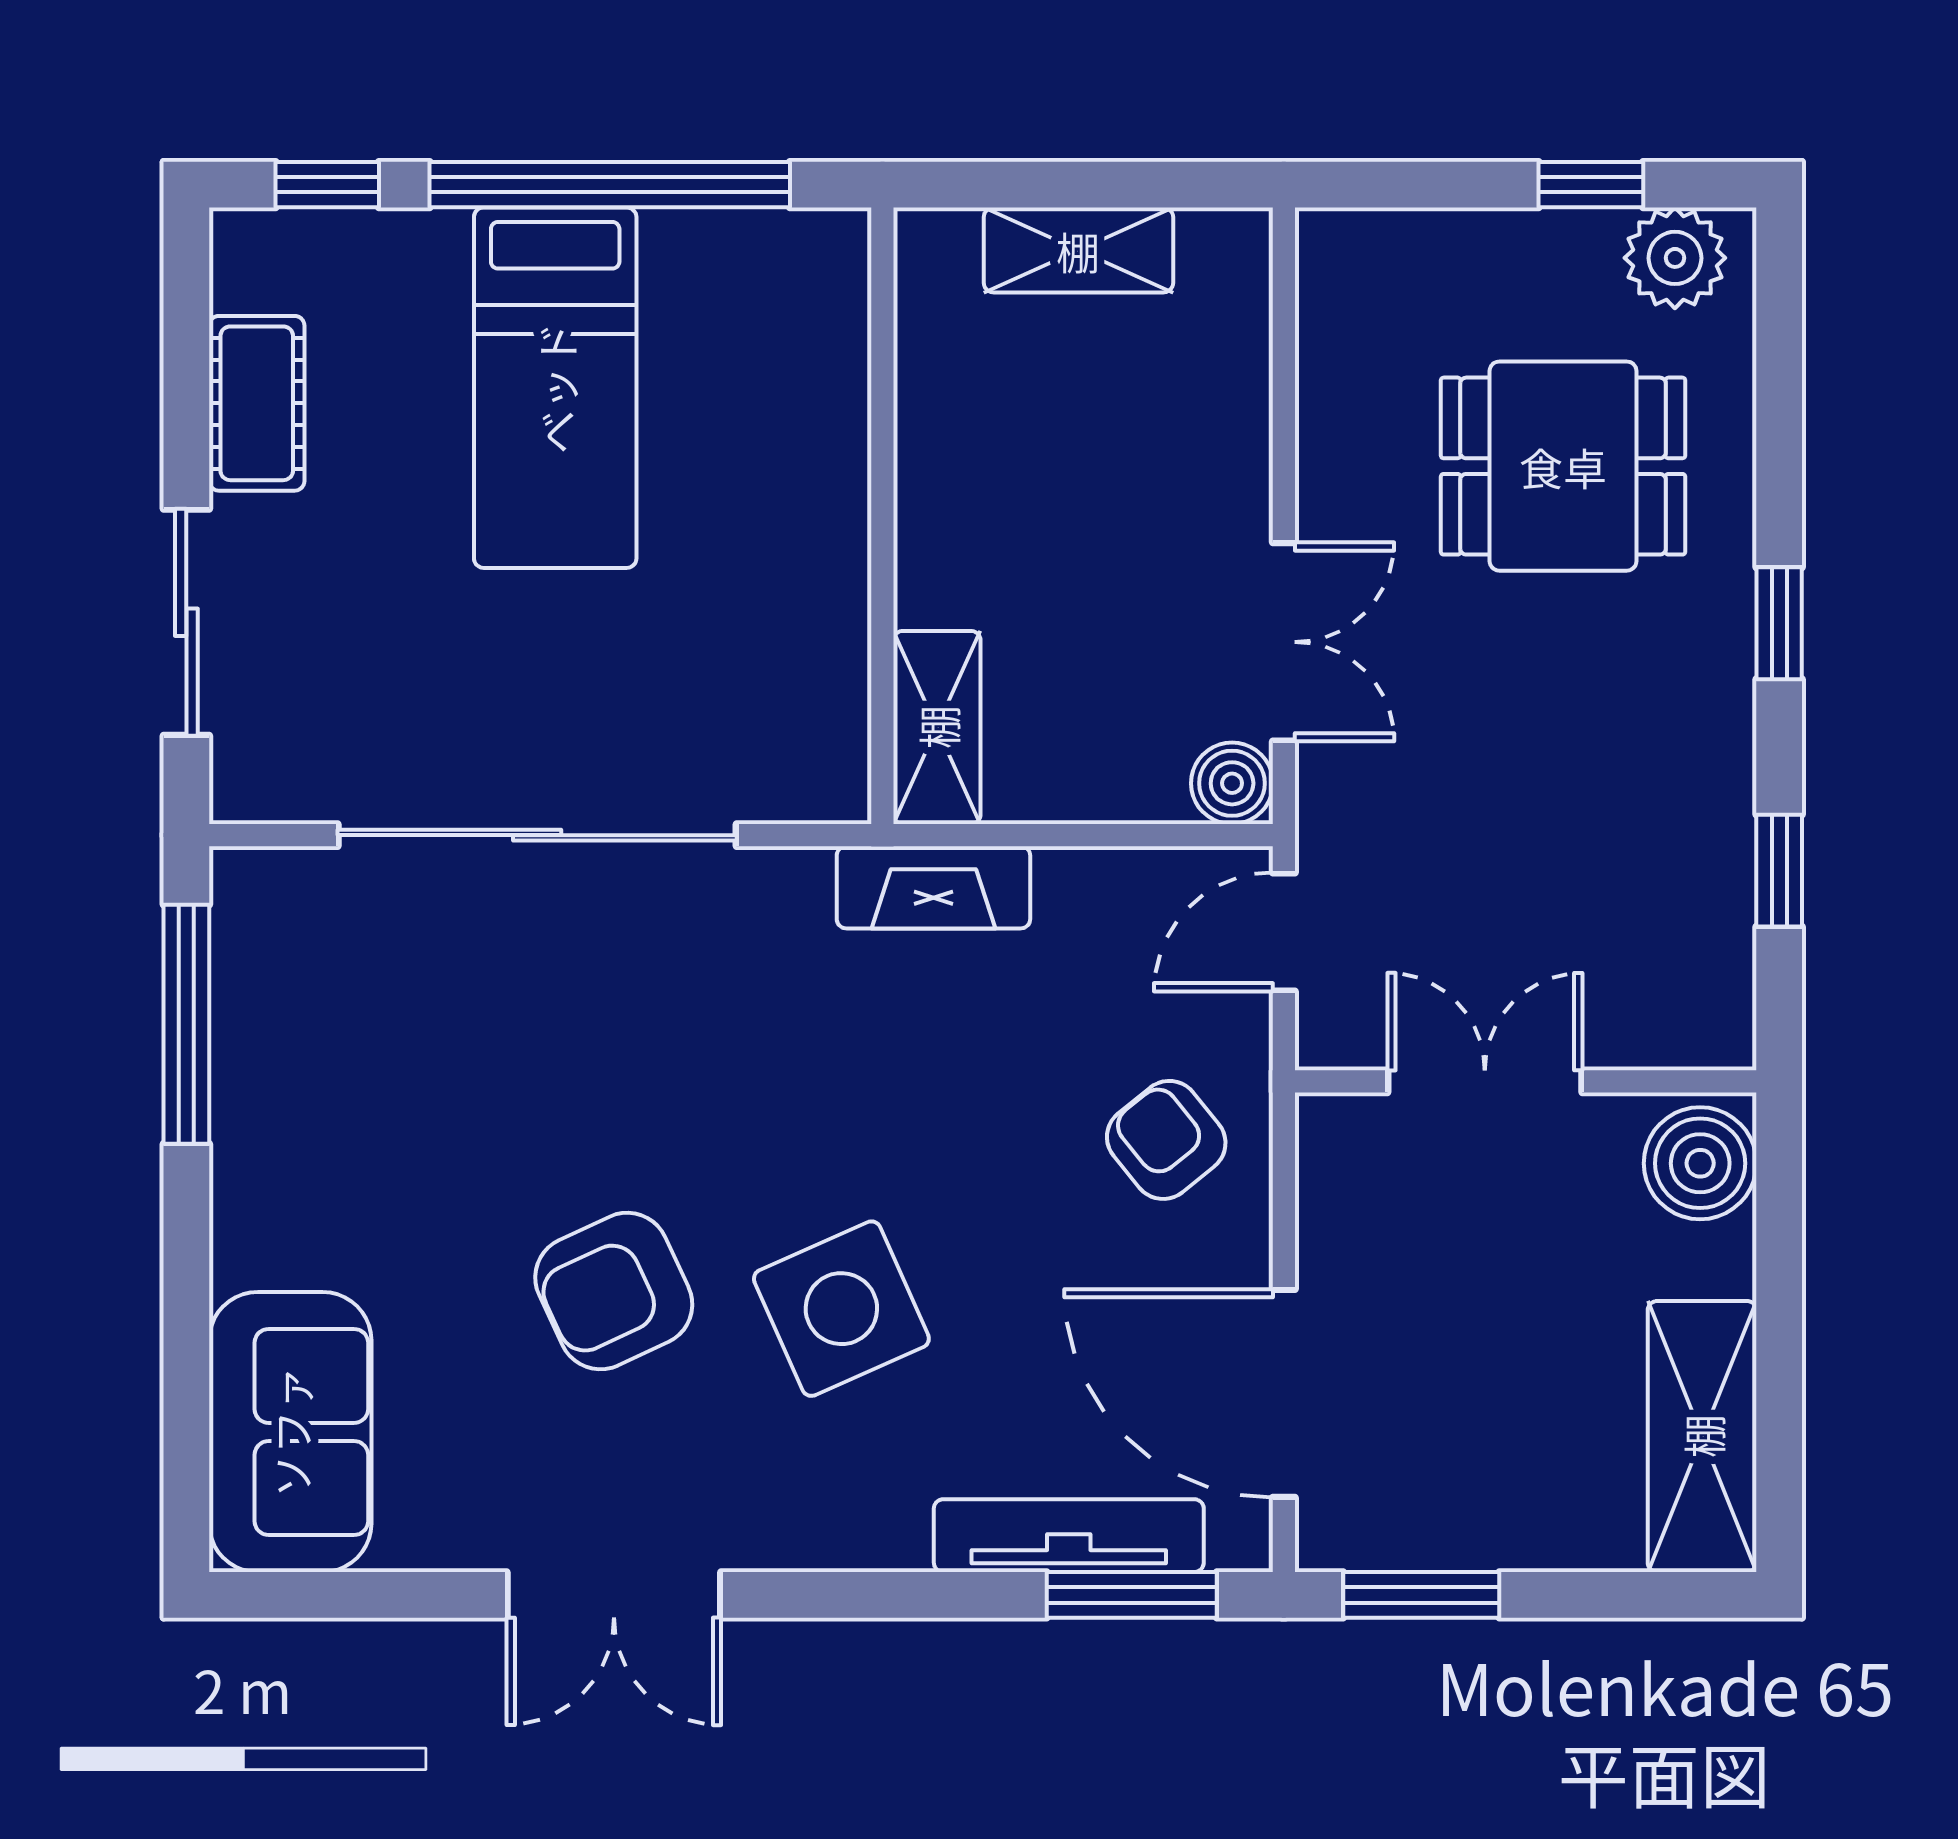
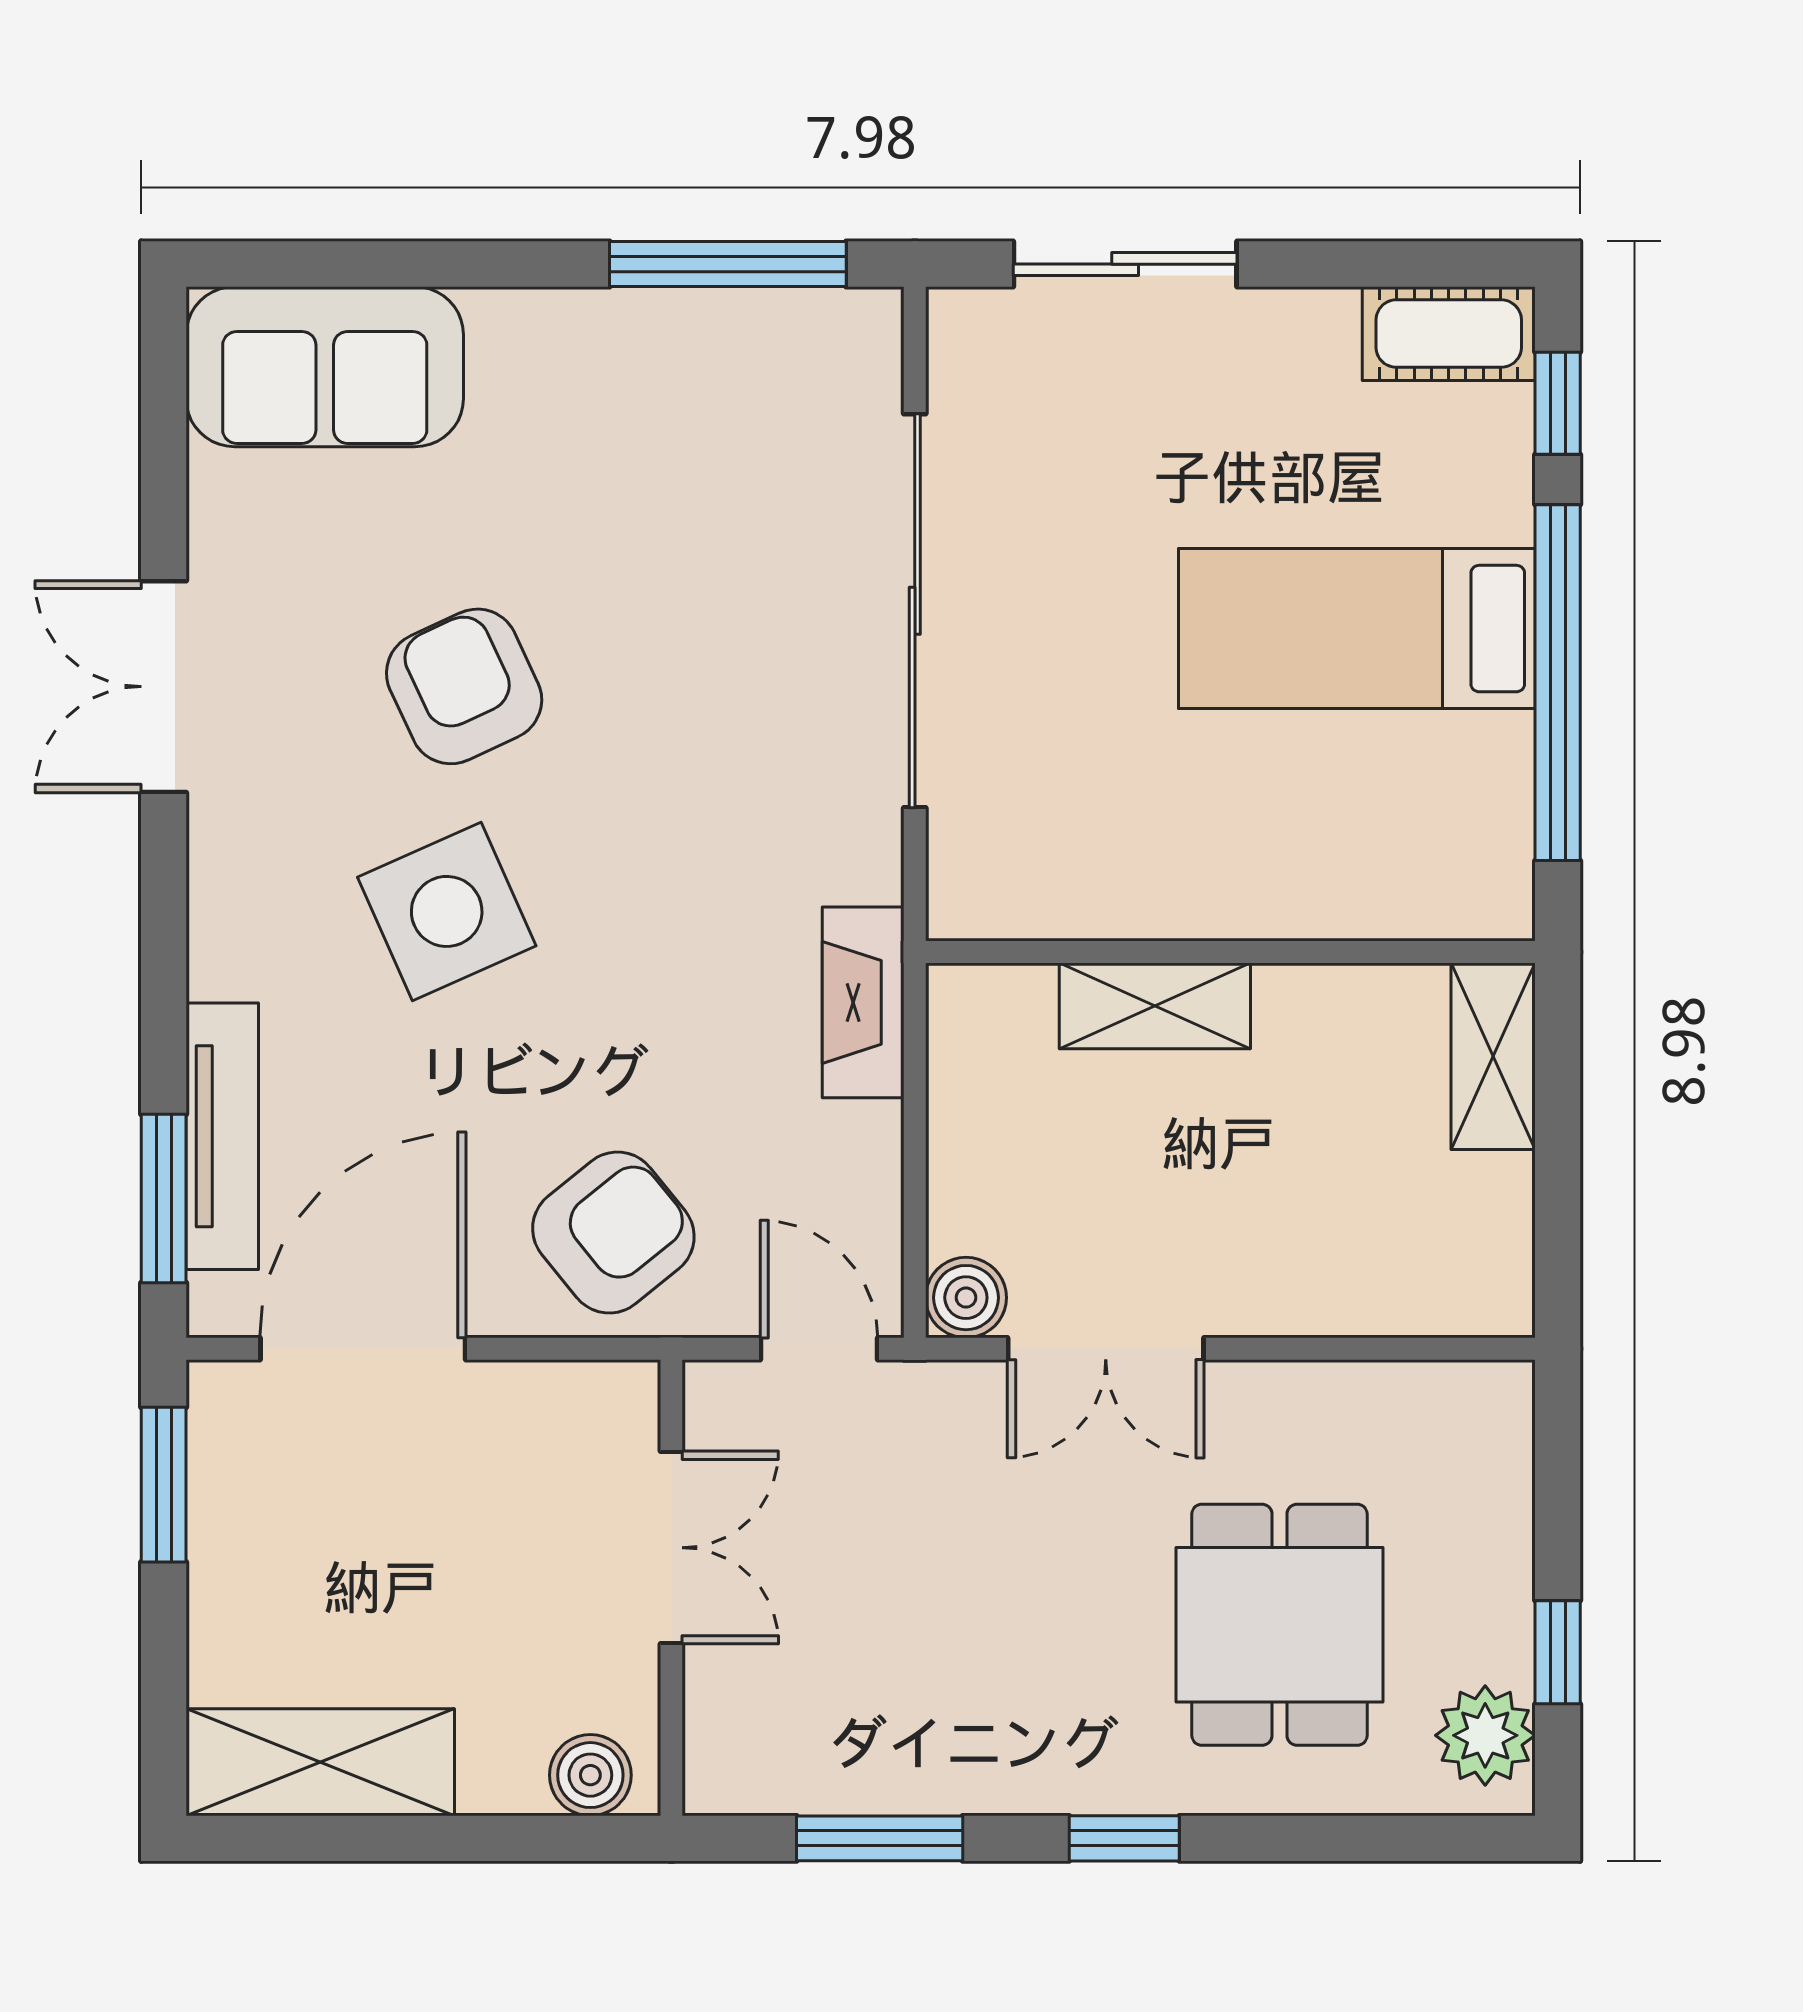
shelving: (1078, 250) -> (1493, 1056), moved
cot: (257, 403) -> (1449, 334), moved
shelving: (937, 727) -> (1155, 1006), moved
window: (1779, 871) -> (880, 1838), width x1.50
armchair: (1166, 1140) -> (613, 1233), width x1.38, depth x1.38
boiler: (1700, 1163) -> (590, 1775), width x0.73, depth x0.73

